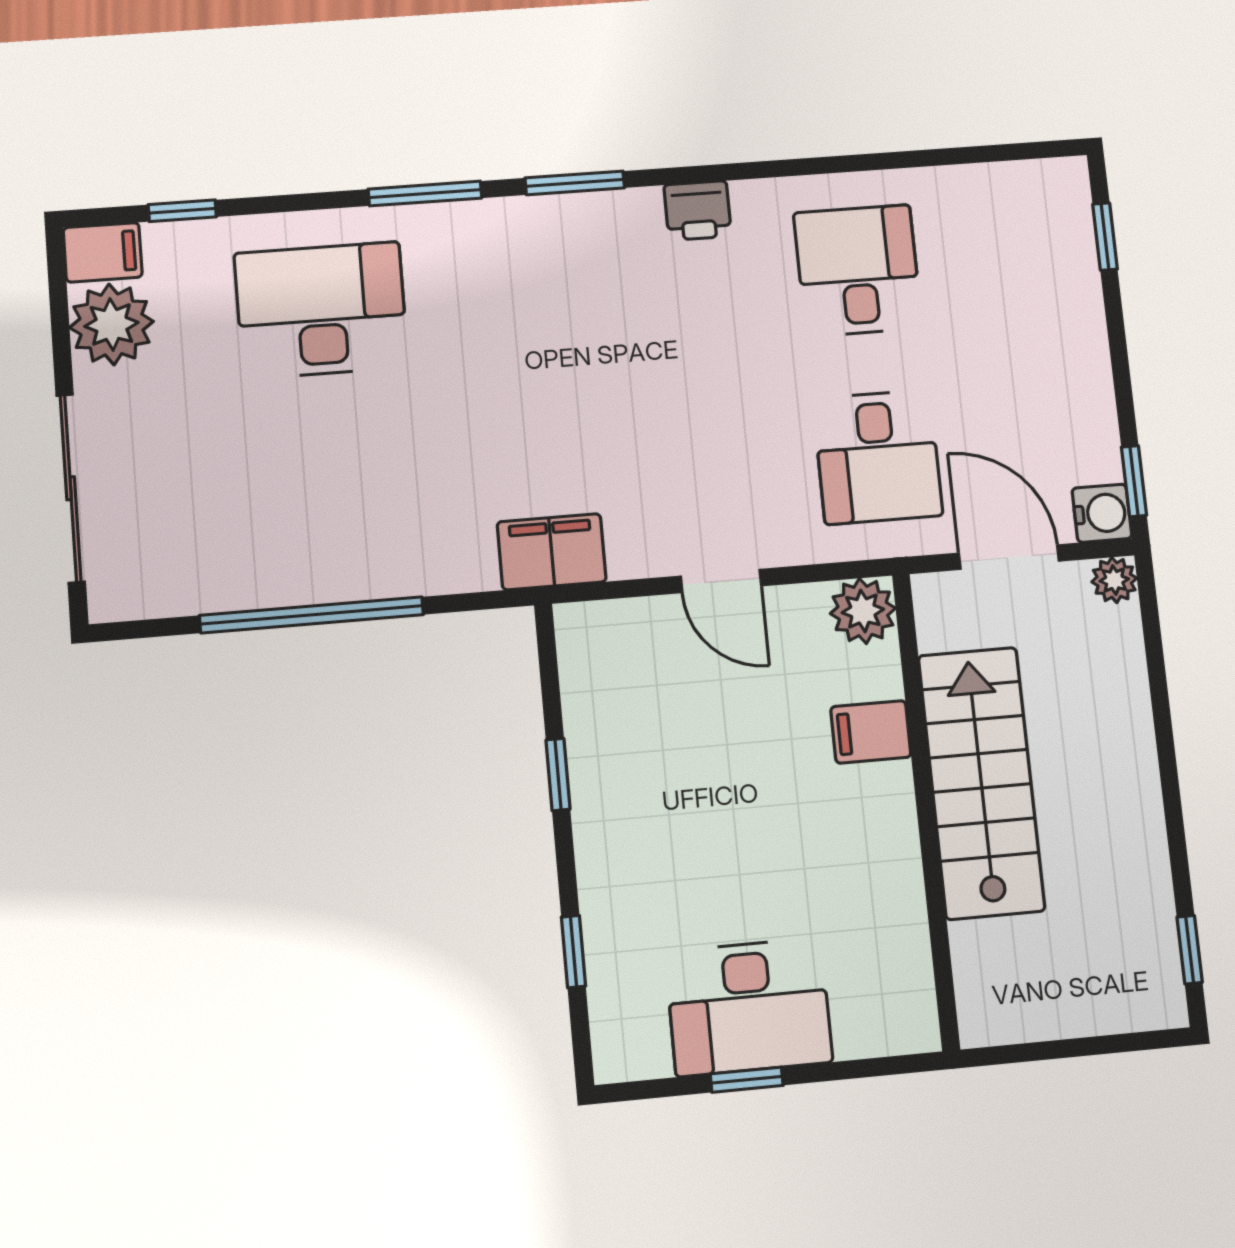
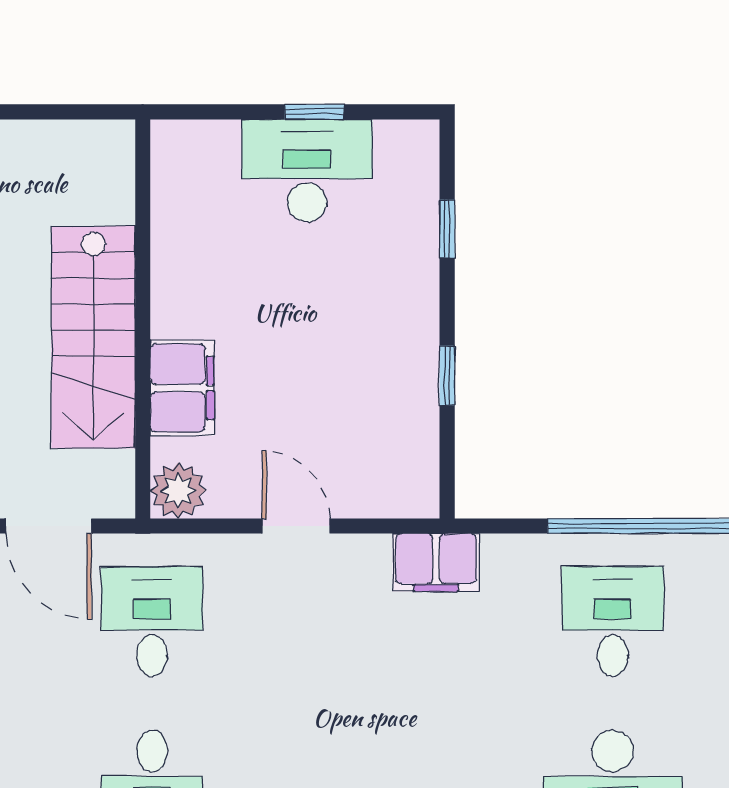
desk: (336, 500) -> (613, 621), added
filing cabinet: (871, 732) -> (182, 388), width x2.00

